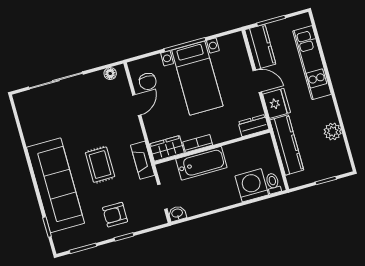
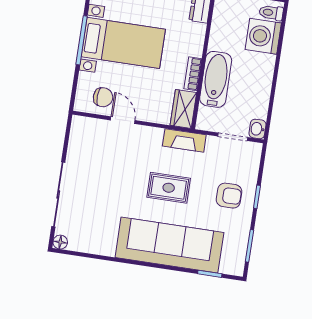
floor lamp: (110, 74) -> (60, 242), moved
armchair: (115, 215) -> (229, 196), turned -90

